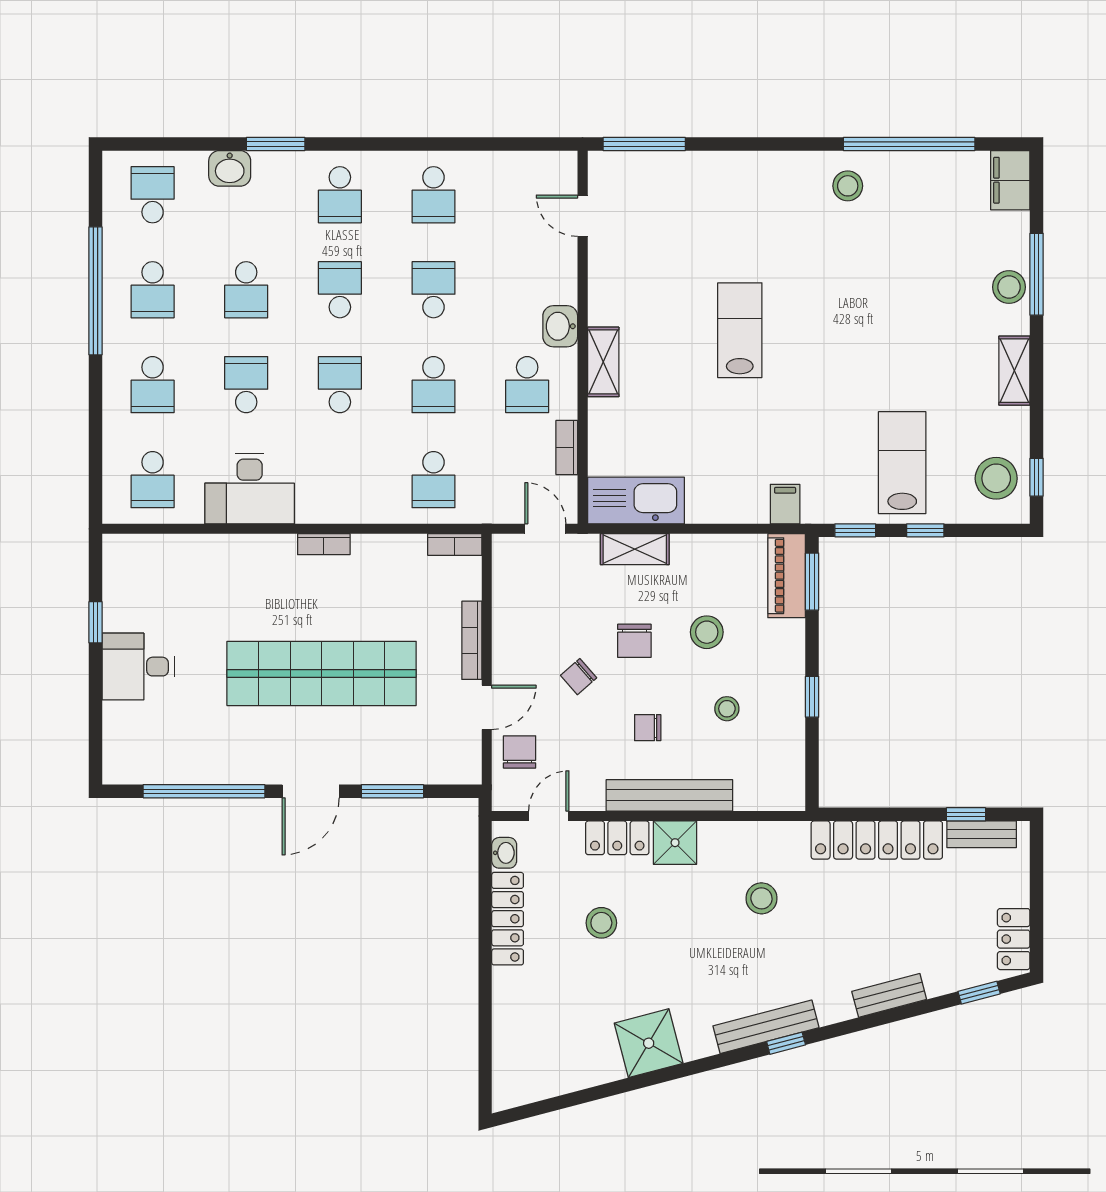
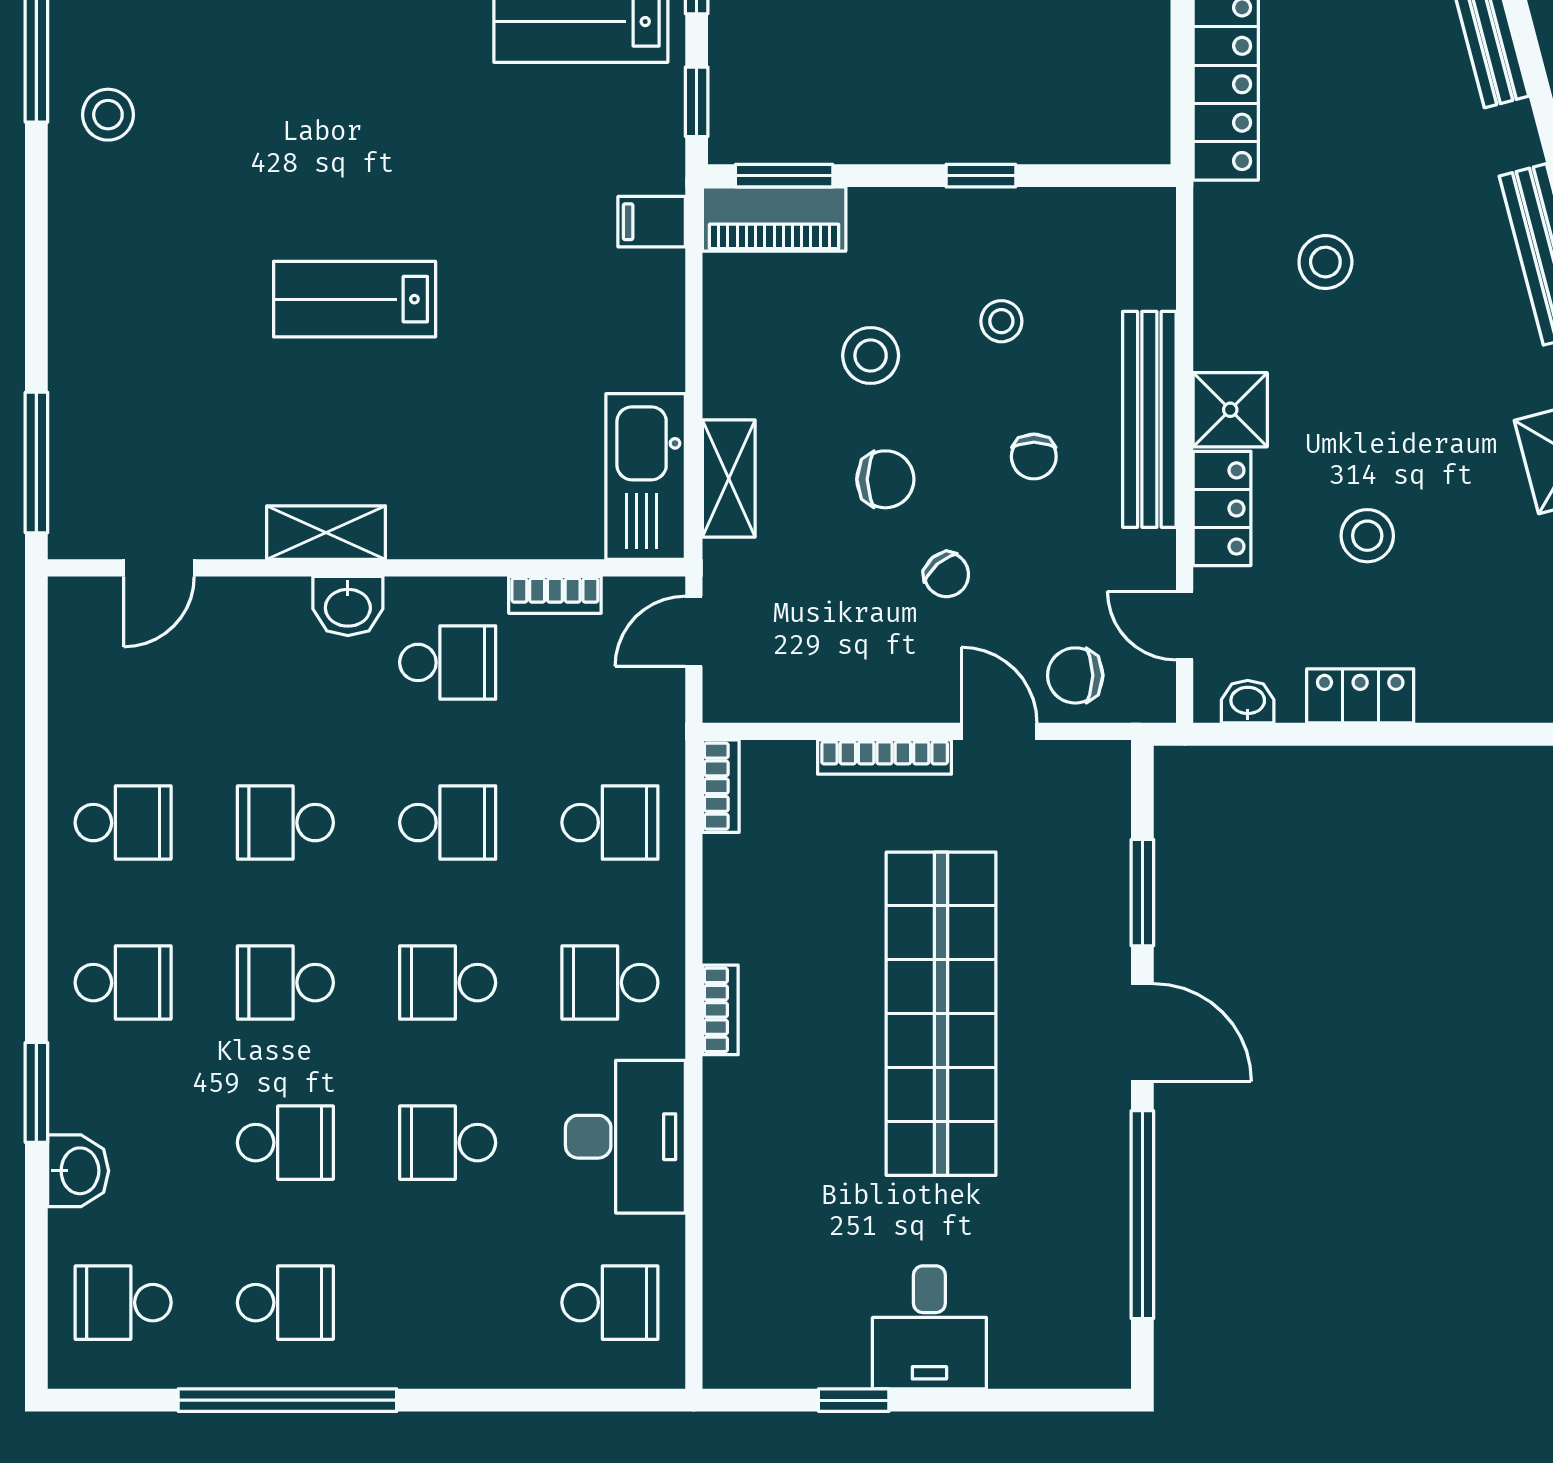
shelving: (603, 362) -> (326, 533), moved
school desk: (153, 385) -> (610, 983), moved, turned 180
locker: (508, 919) -> (1360, 696), width x0.66

